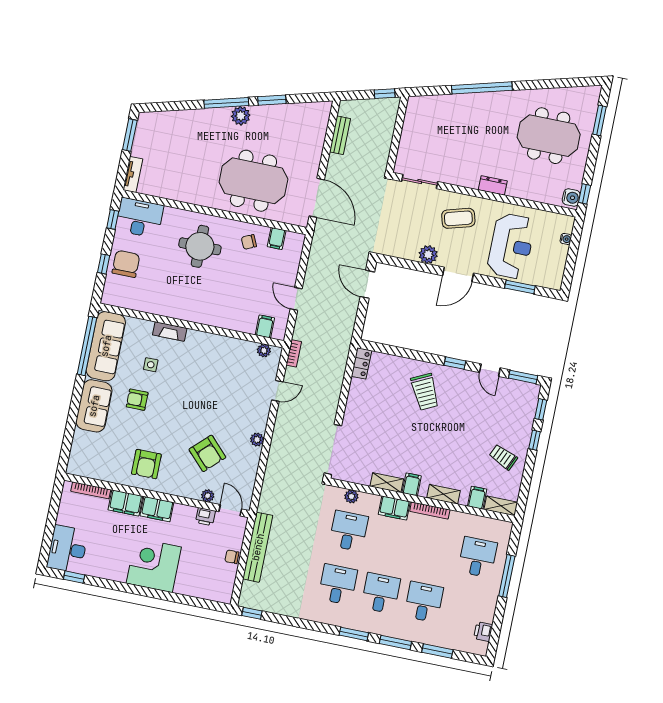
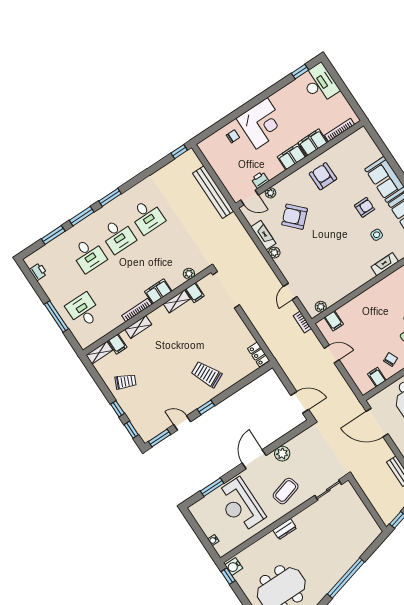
fireplace: (251, 465) -> (263, 235), added
filing cabinet: (412, 484) -> (195, 293), moved
desk: (349, 531) -> (171, 253), removed
chair: (232, 557) -> (233, 136), moved
desk: (478, 557) -> (83, 311), turned 180

